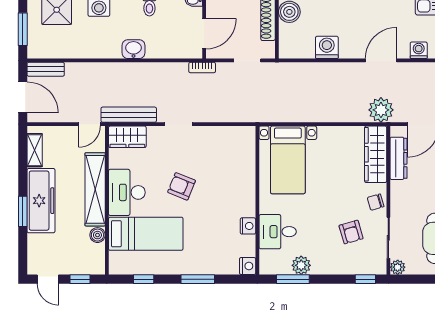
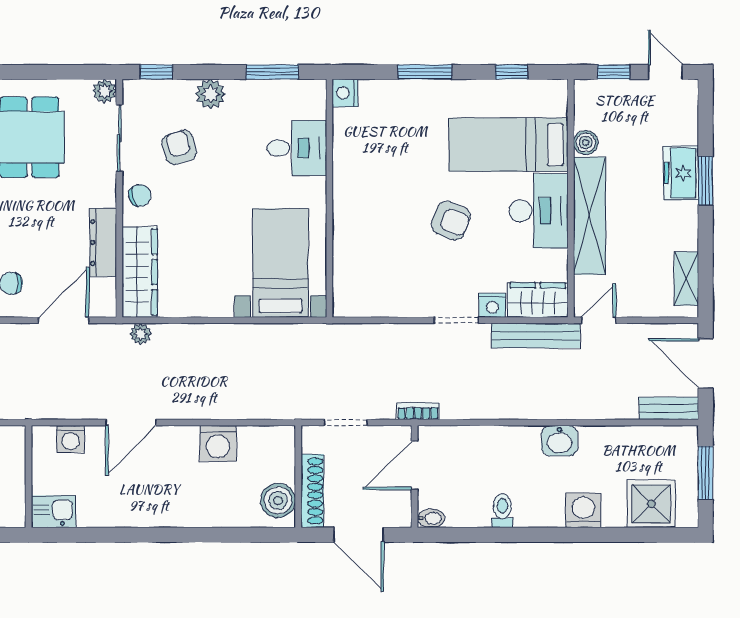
washbasin: (133, 49) -> (560, 441), moved
plant: (381, 110) -> (141, 334), width x0.53, depth x0.53
dresser: (398, 158) -> (103, 242), moved
freezer: (41, 201) -> (681, 173), width x0.52, depth x0.79
nightstand: (248, 226) -> (492, 305), moved, turned -90
plant: (301, 265) -> (210, 94), moved

